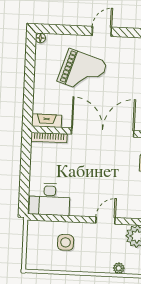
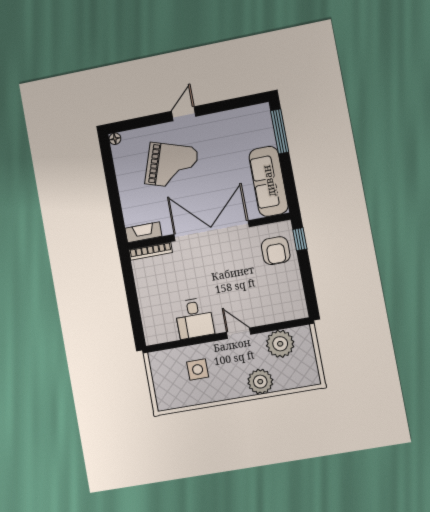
desk: (50, 199) -> (194, 318), moved, width x0.73
door: (105, 220) -> (239, 333), hinge flipped
plant: (119, 268) -> (260, 382), width x1.88, depth x1.88

